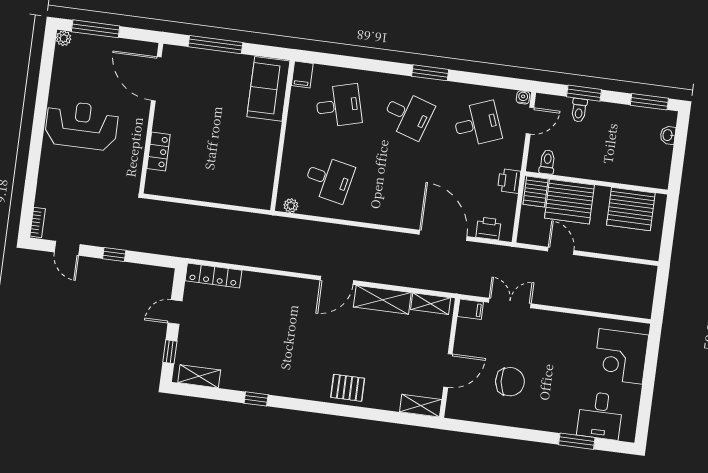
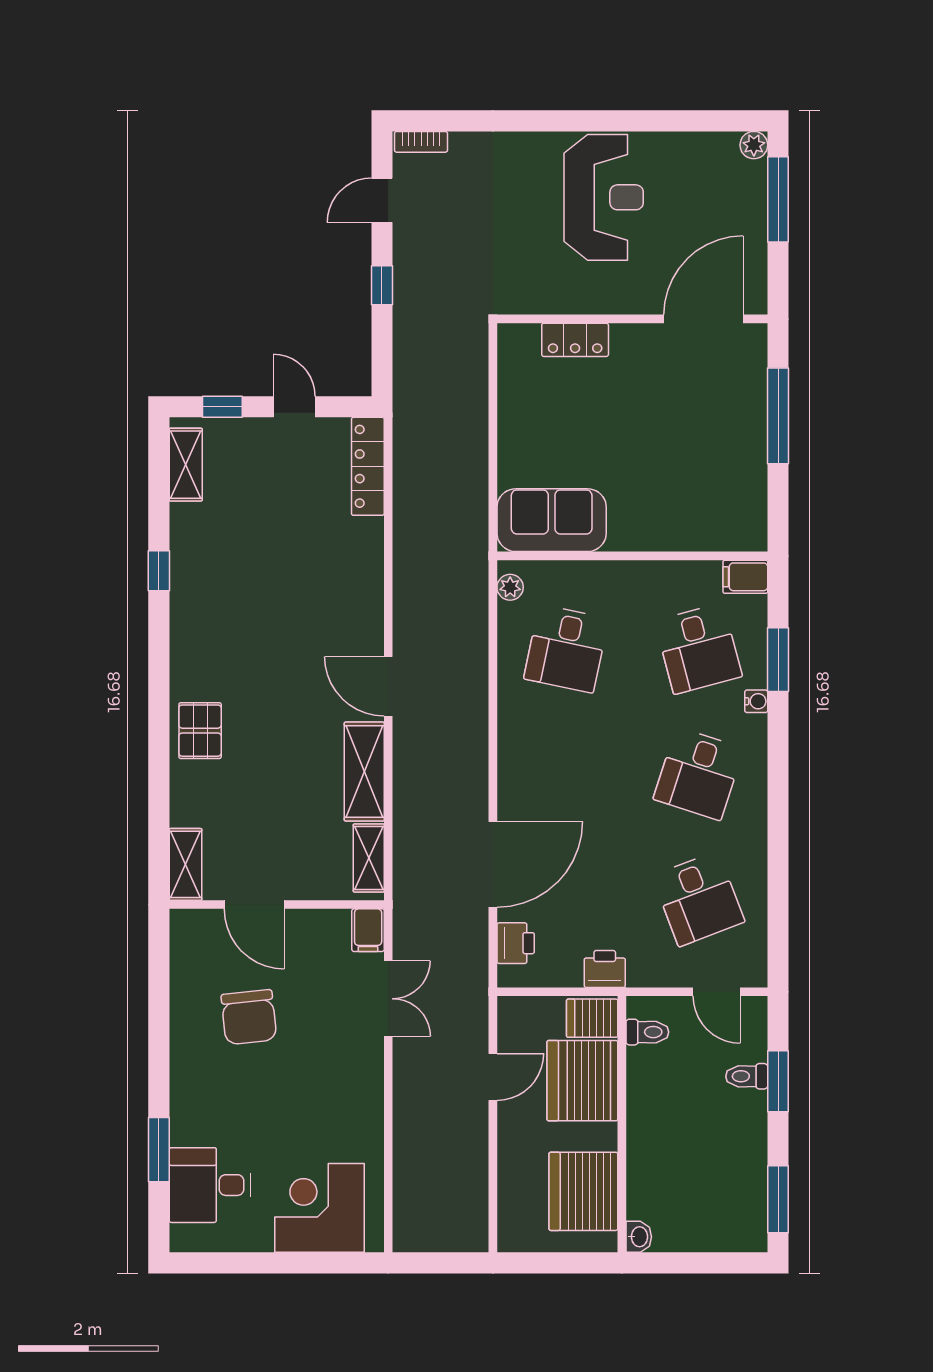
window: (430, 73) -> (778, 660), moved
sofa: (268, 89) -> (552, 520), moved
water cooler: (523, 97) -> (756, 701), moved
washbasin: (668, 135) -> (639, 1237), moved, turned 90

